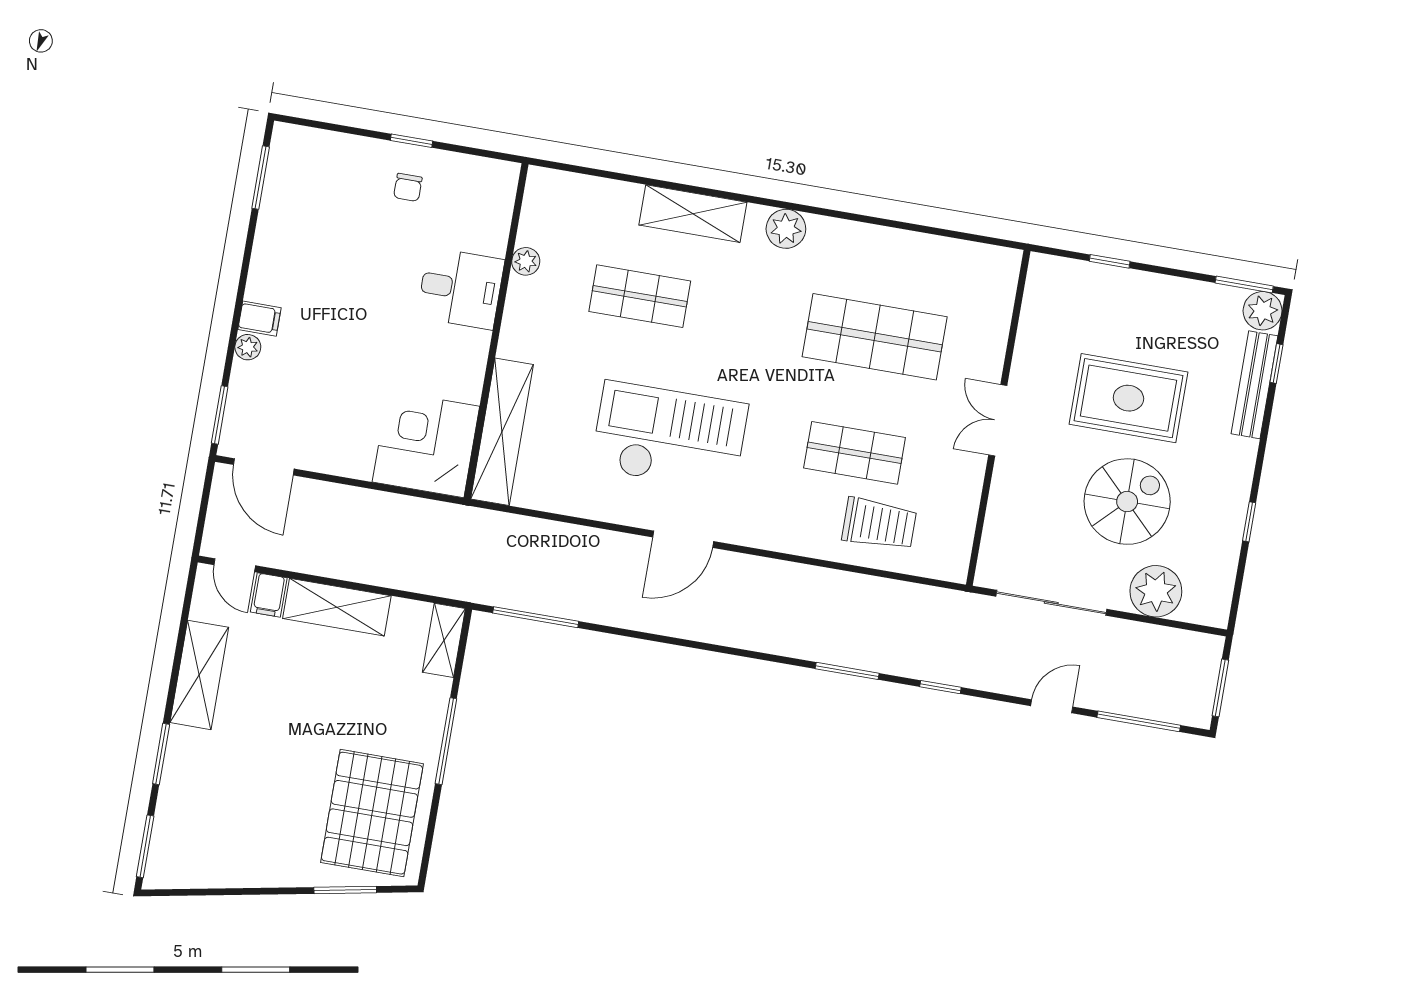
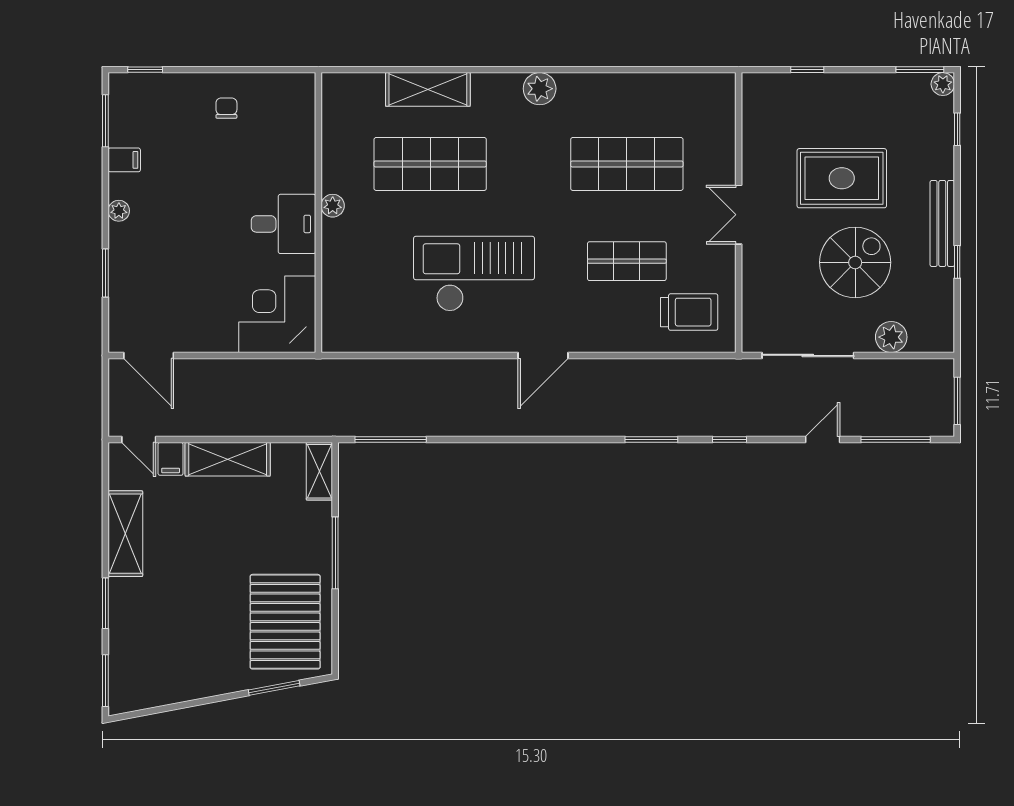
window: (412, 141) -> (145, 70), moved
chair: (408, 187) -> (226, 108), turned 180
shelving: (693, 214) -> (428, 89), moved
plant: (526, 261) -> (333, 206), moved
desk: (461, 288) -> (283, 224), moved
shop shelf: (640, 296) -> (430, 164), width x1.43, depth x1.36
plant: (1263, 311) -> (943, 84), width x0.73, depth x0.73
filing cabinet: (259, 319) -> (124, 160), moved
plant: (248, 347) -> (119, 211), moved
bench: (1254, 385) -> (942, 223), moved
window: (220, 415) -> (105, 273), moved
shelving: (502, 432) -> (337, 294), removed
trolley: (879, 524) -> (689, 312), moved
door: (683, 539) -> (543, 355), moved
plant: (1156, 591) -> (891, 337), width x0.73, depth x0.73

